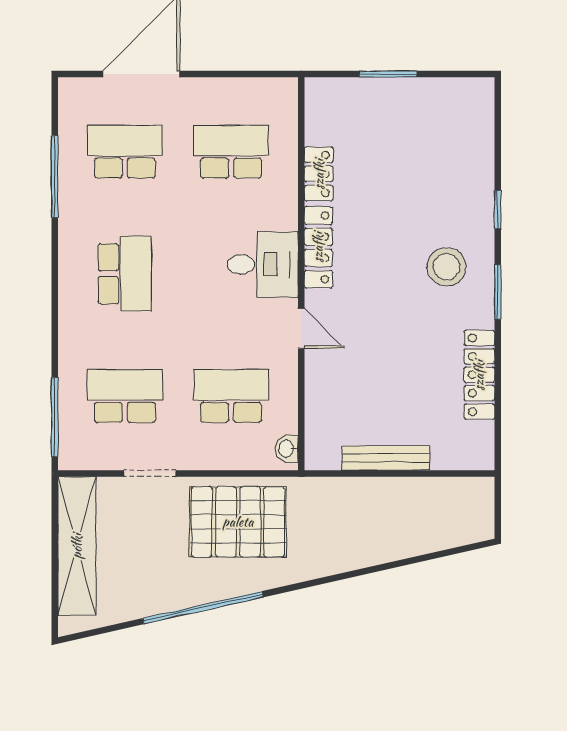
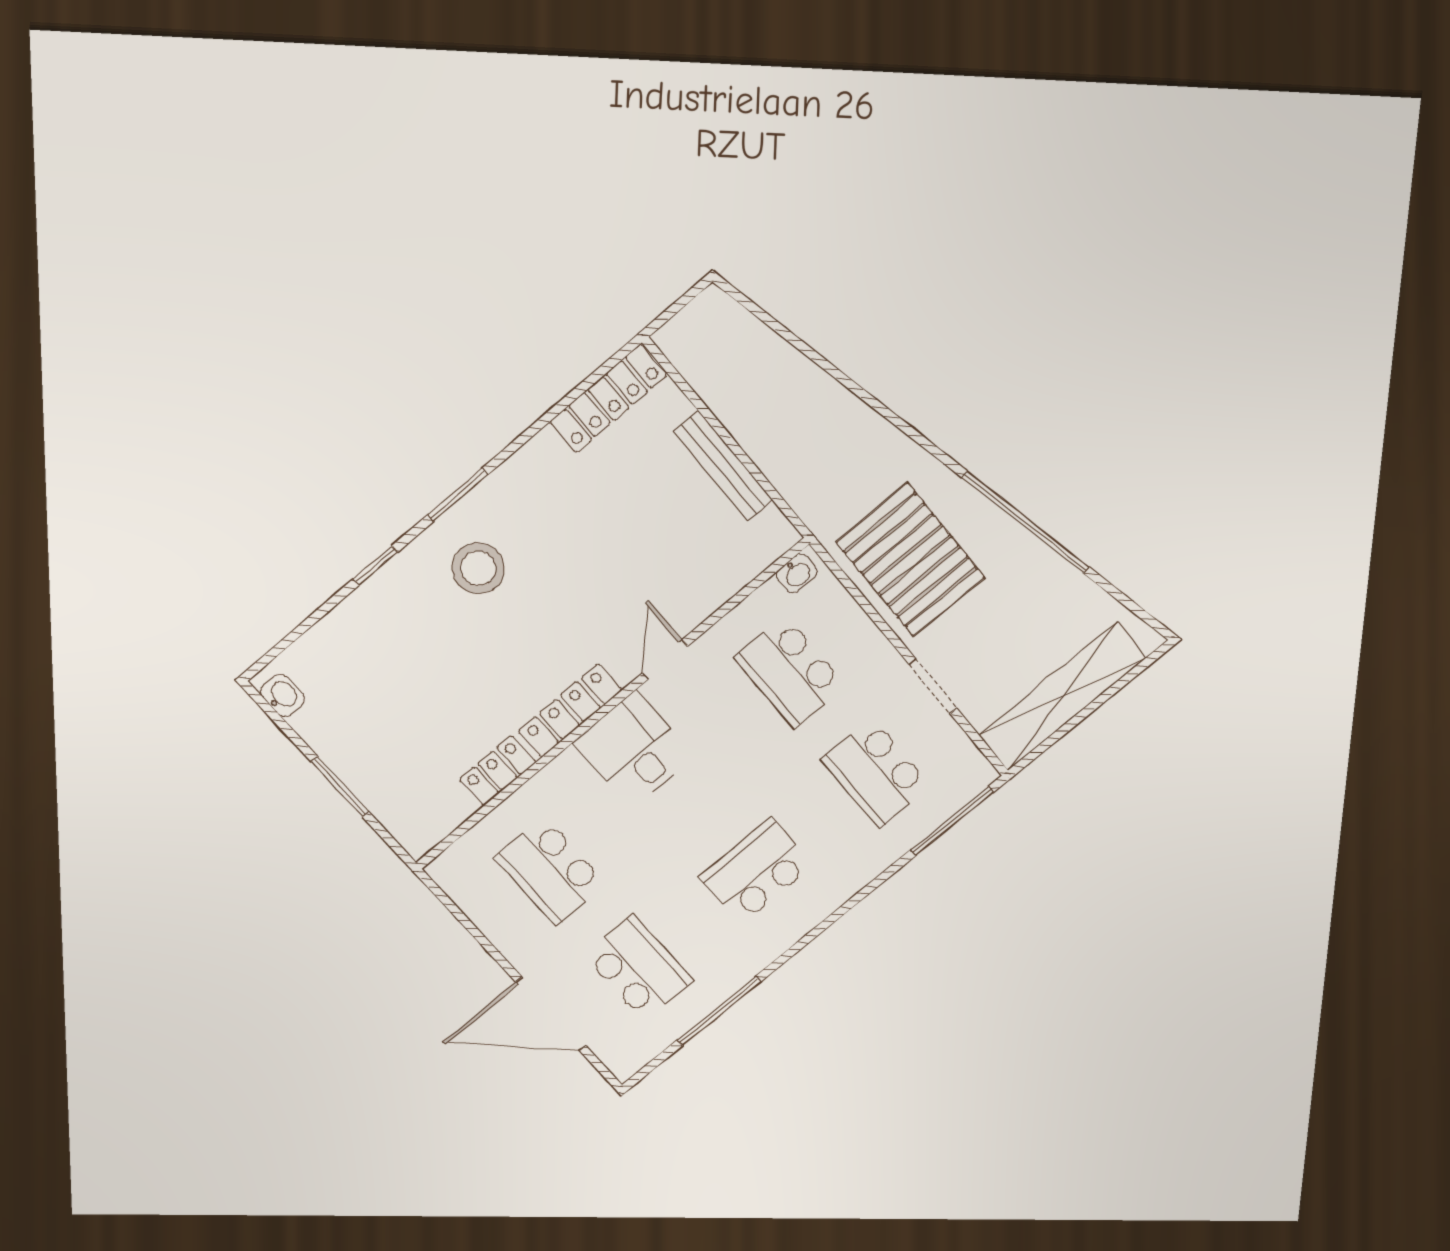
washbasin: (469, 90) -> (283, 696), added
school desk: (125, 152) -> (638, 968), turned 180
locker: (479, 375) -> (608, 399), moved

